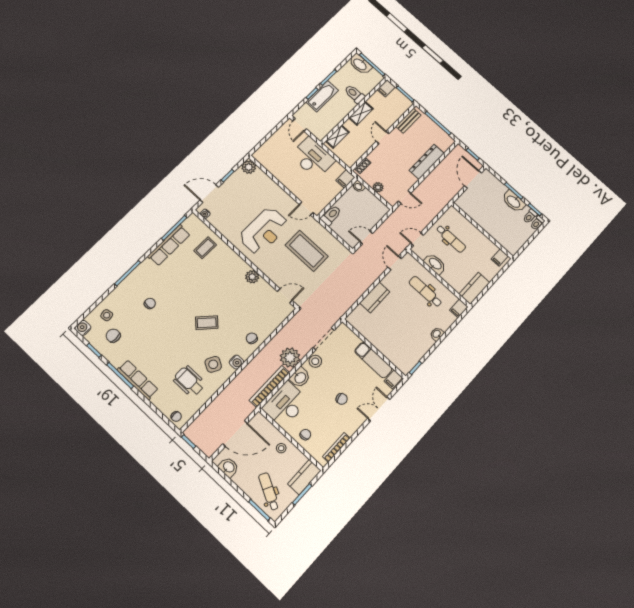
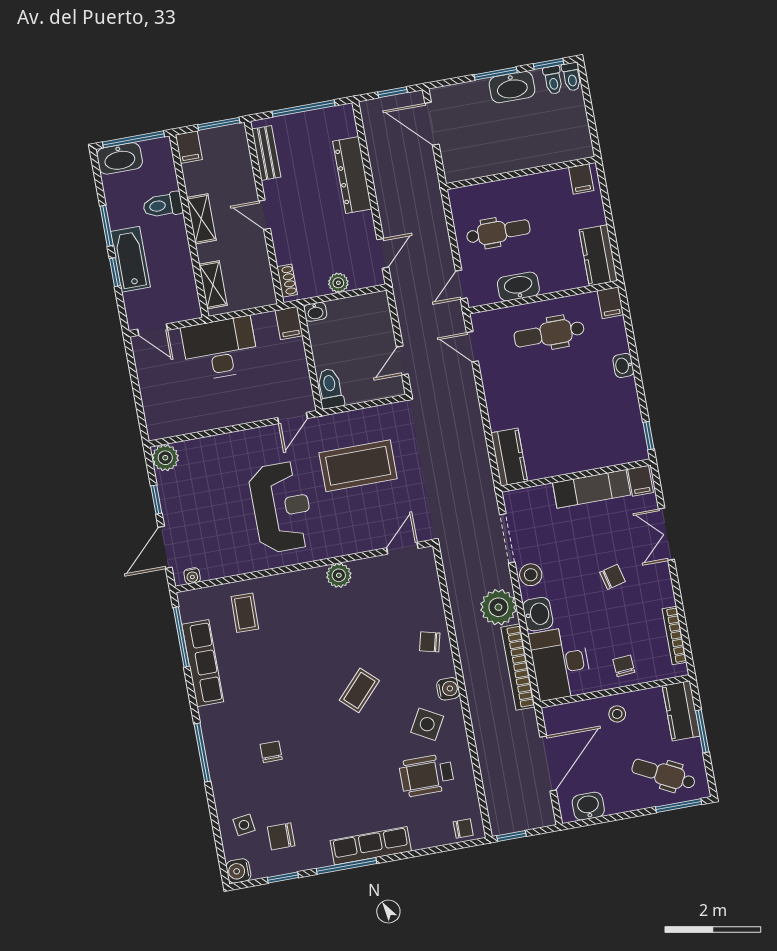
kitchen counter: (375, 297) -> (509, 457), moved

